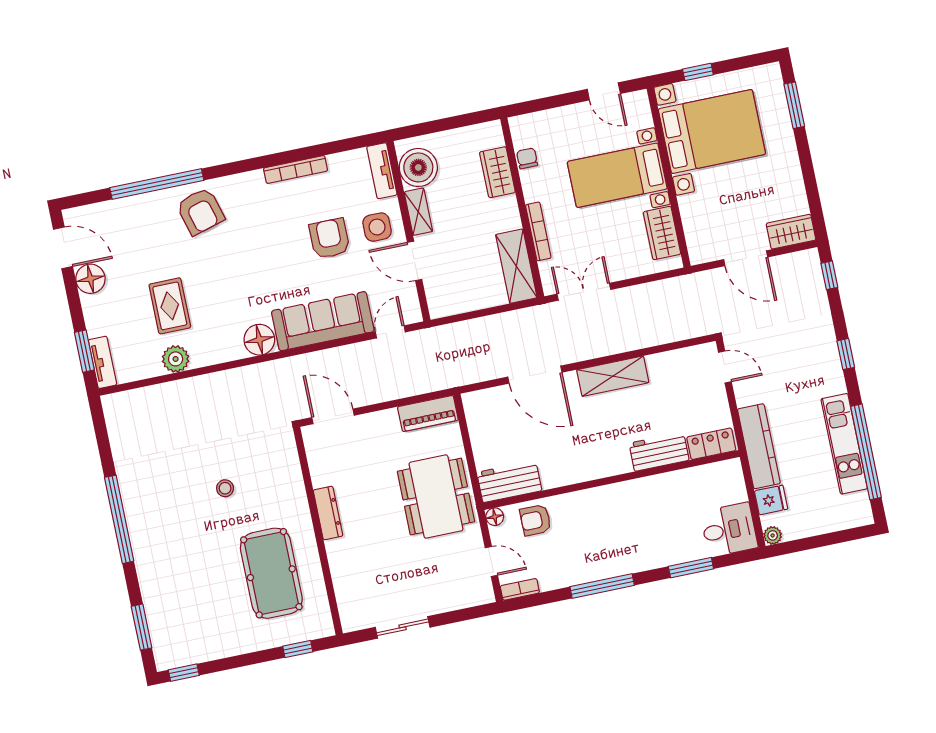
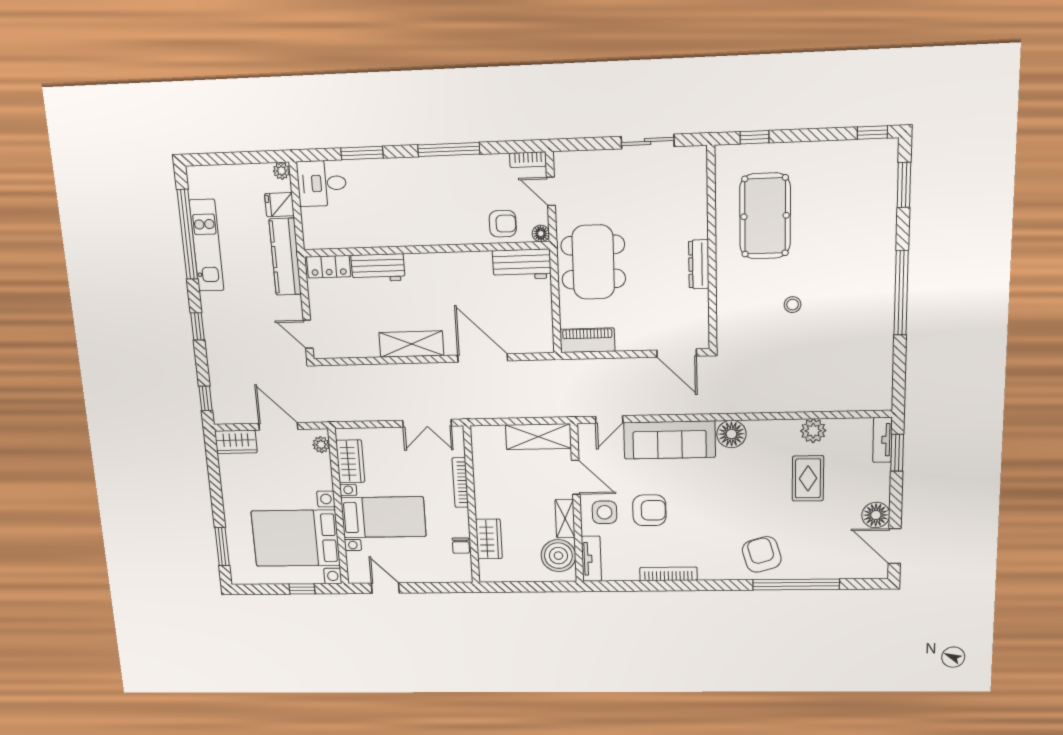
armchair: (329, 239) -> (649, 510), turned -90
plant: (696, 246) -> (321, 445), added
shelving: (516, 266) -> (538, 437), moved, turned 90

